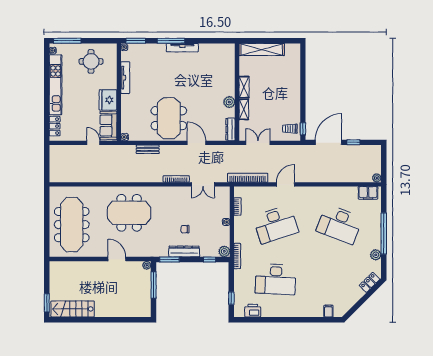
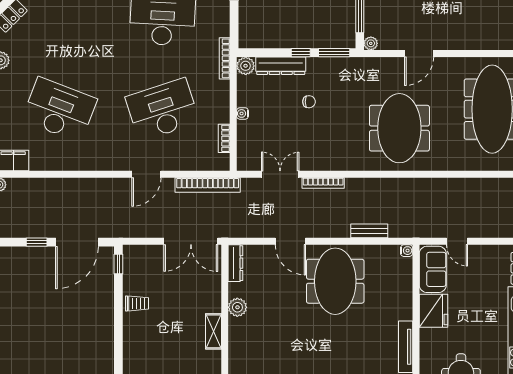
shelving: (244, 109) -> (214, 295), removed
trolley: (290, 129) -> (137, 303), moved
double door: (258, 143) -> (191, 241), width x1.37
meeting table: (129, 213) -> (399, 128), turned 90
dresser: (184, 251) -> (281, 66), moved
door: (117, 259) -> (419, 53), hinge flipped
window: (210, 260) -> (301, 53), moved

